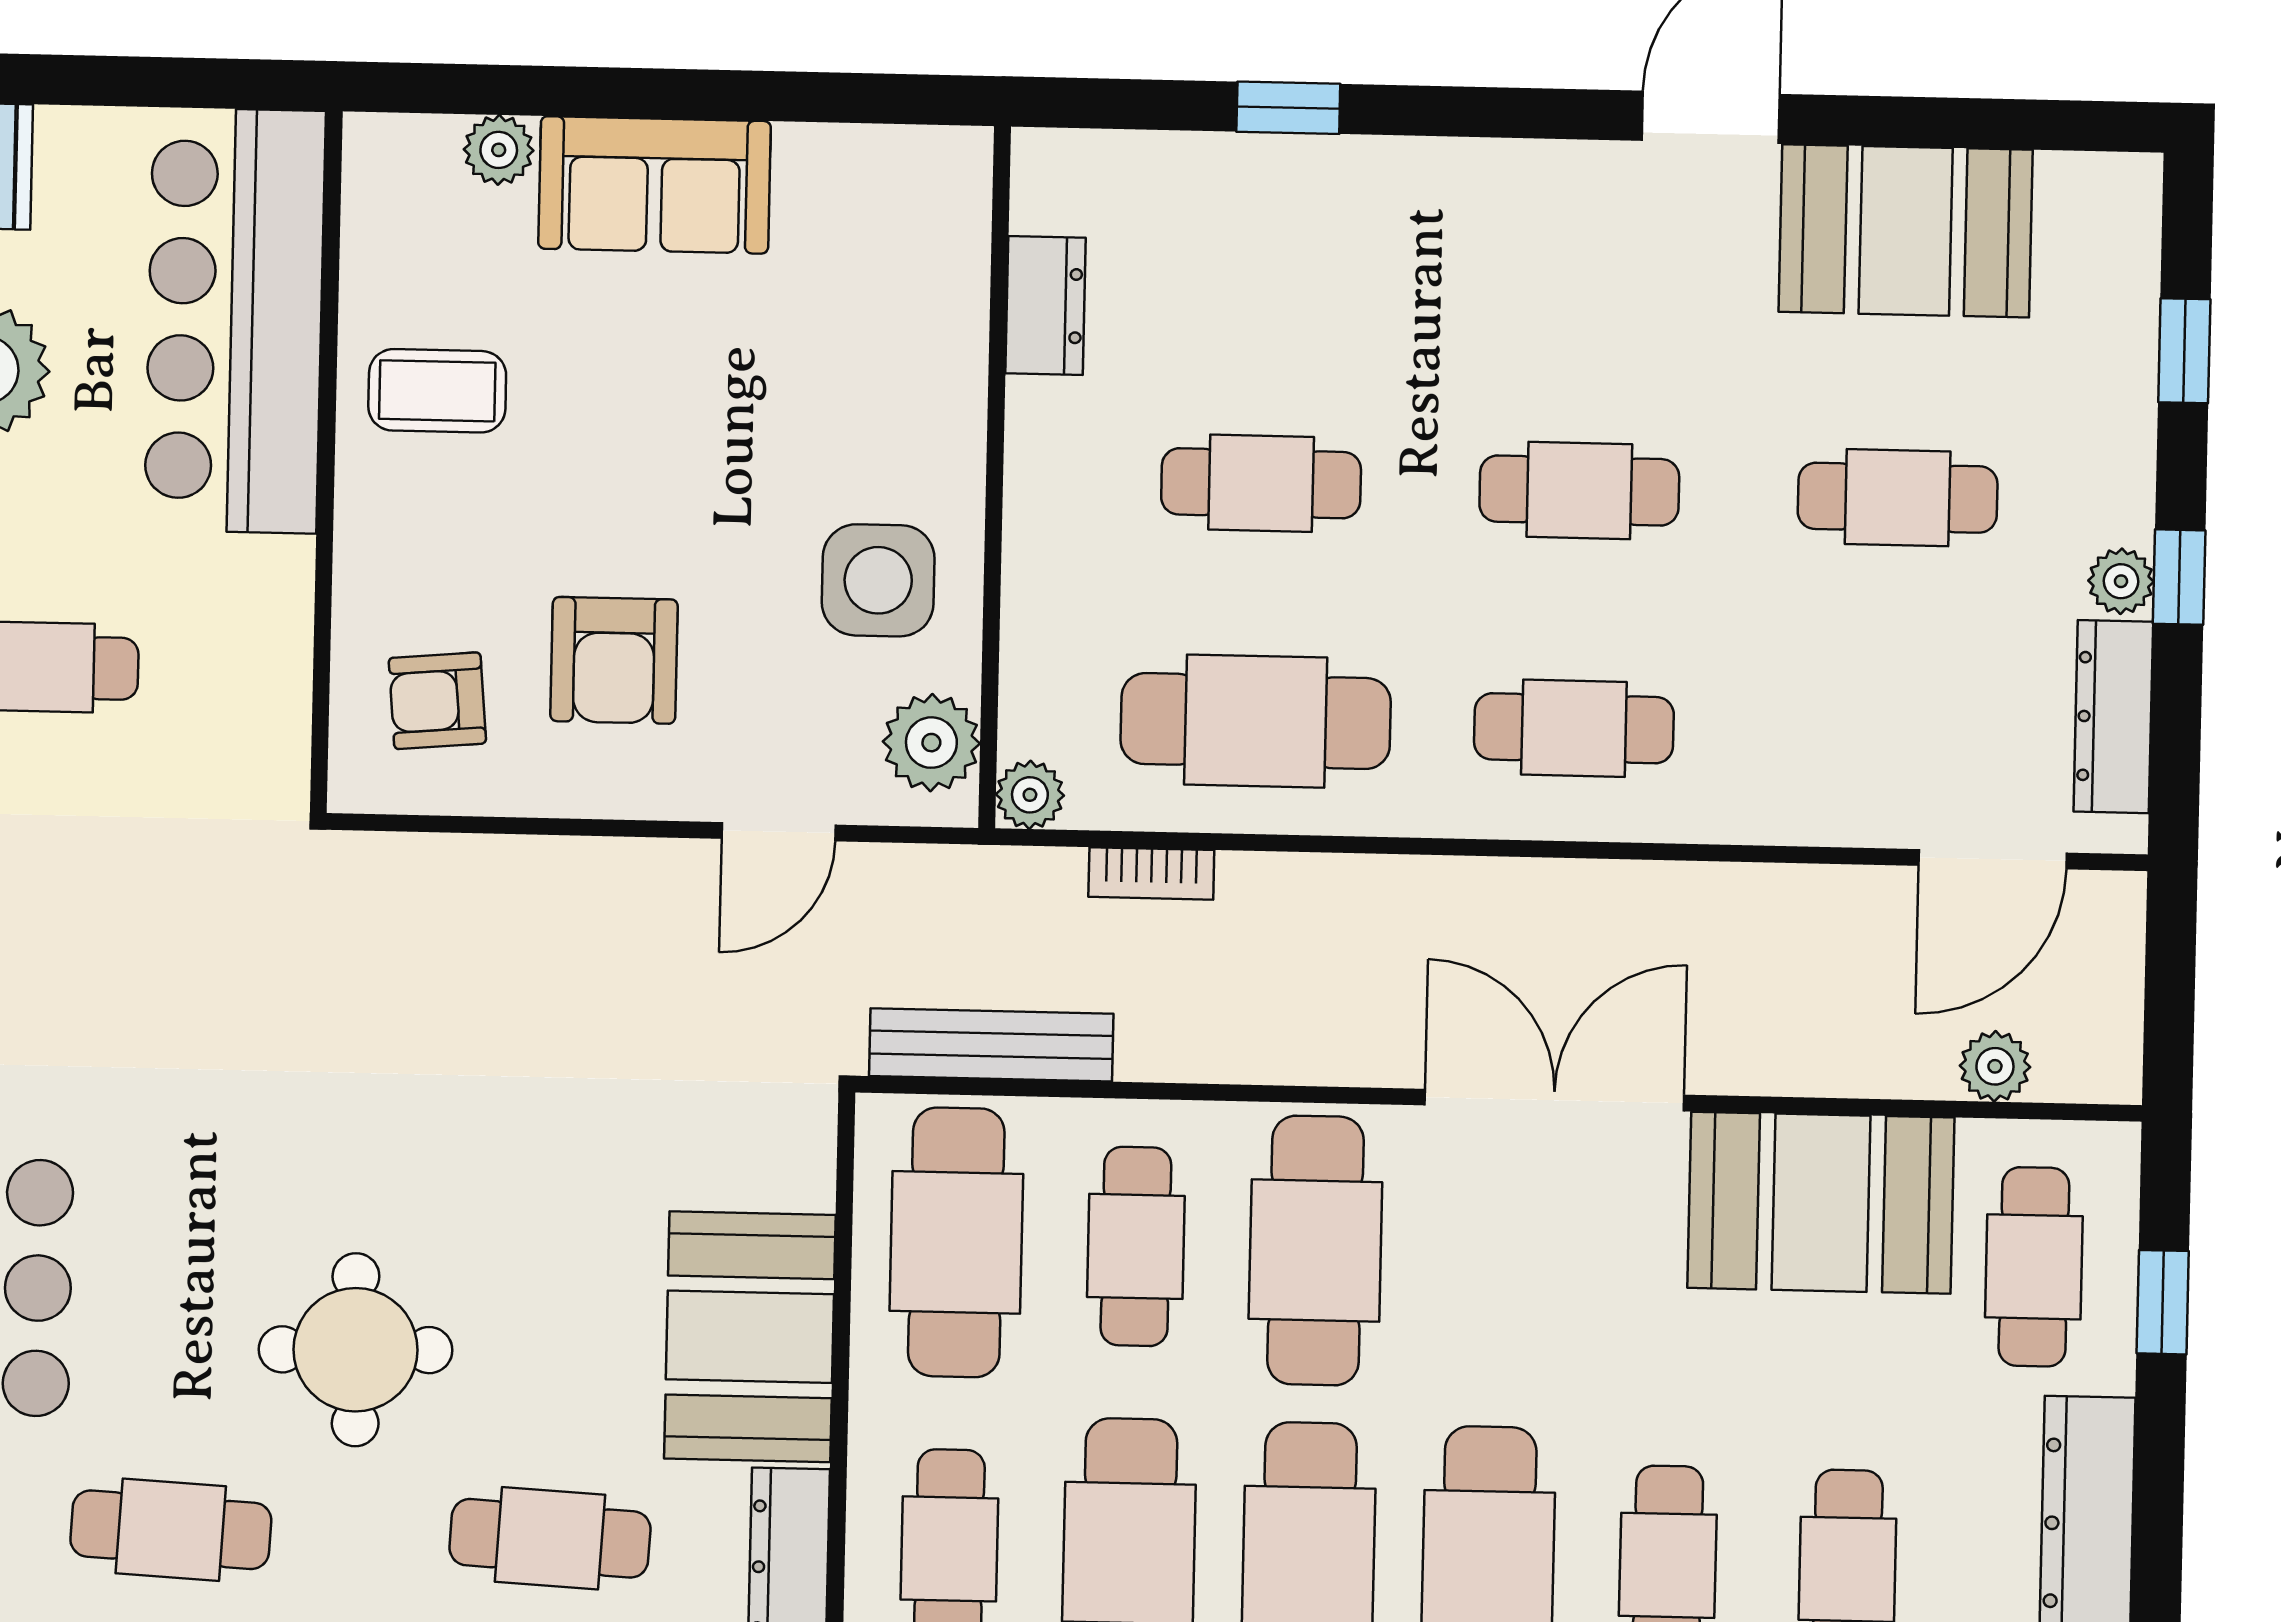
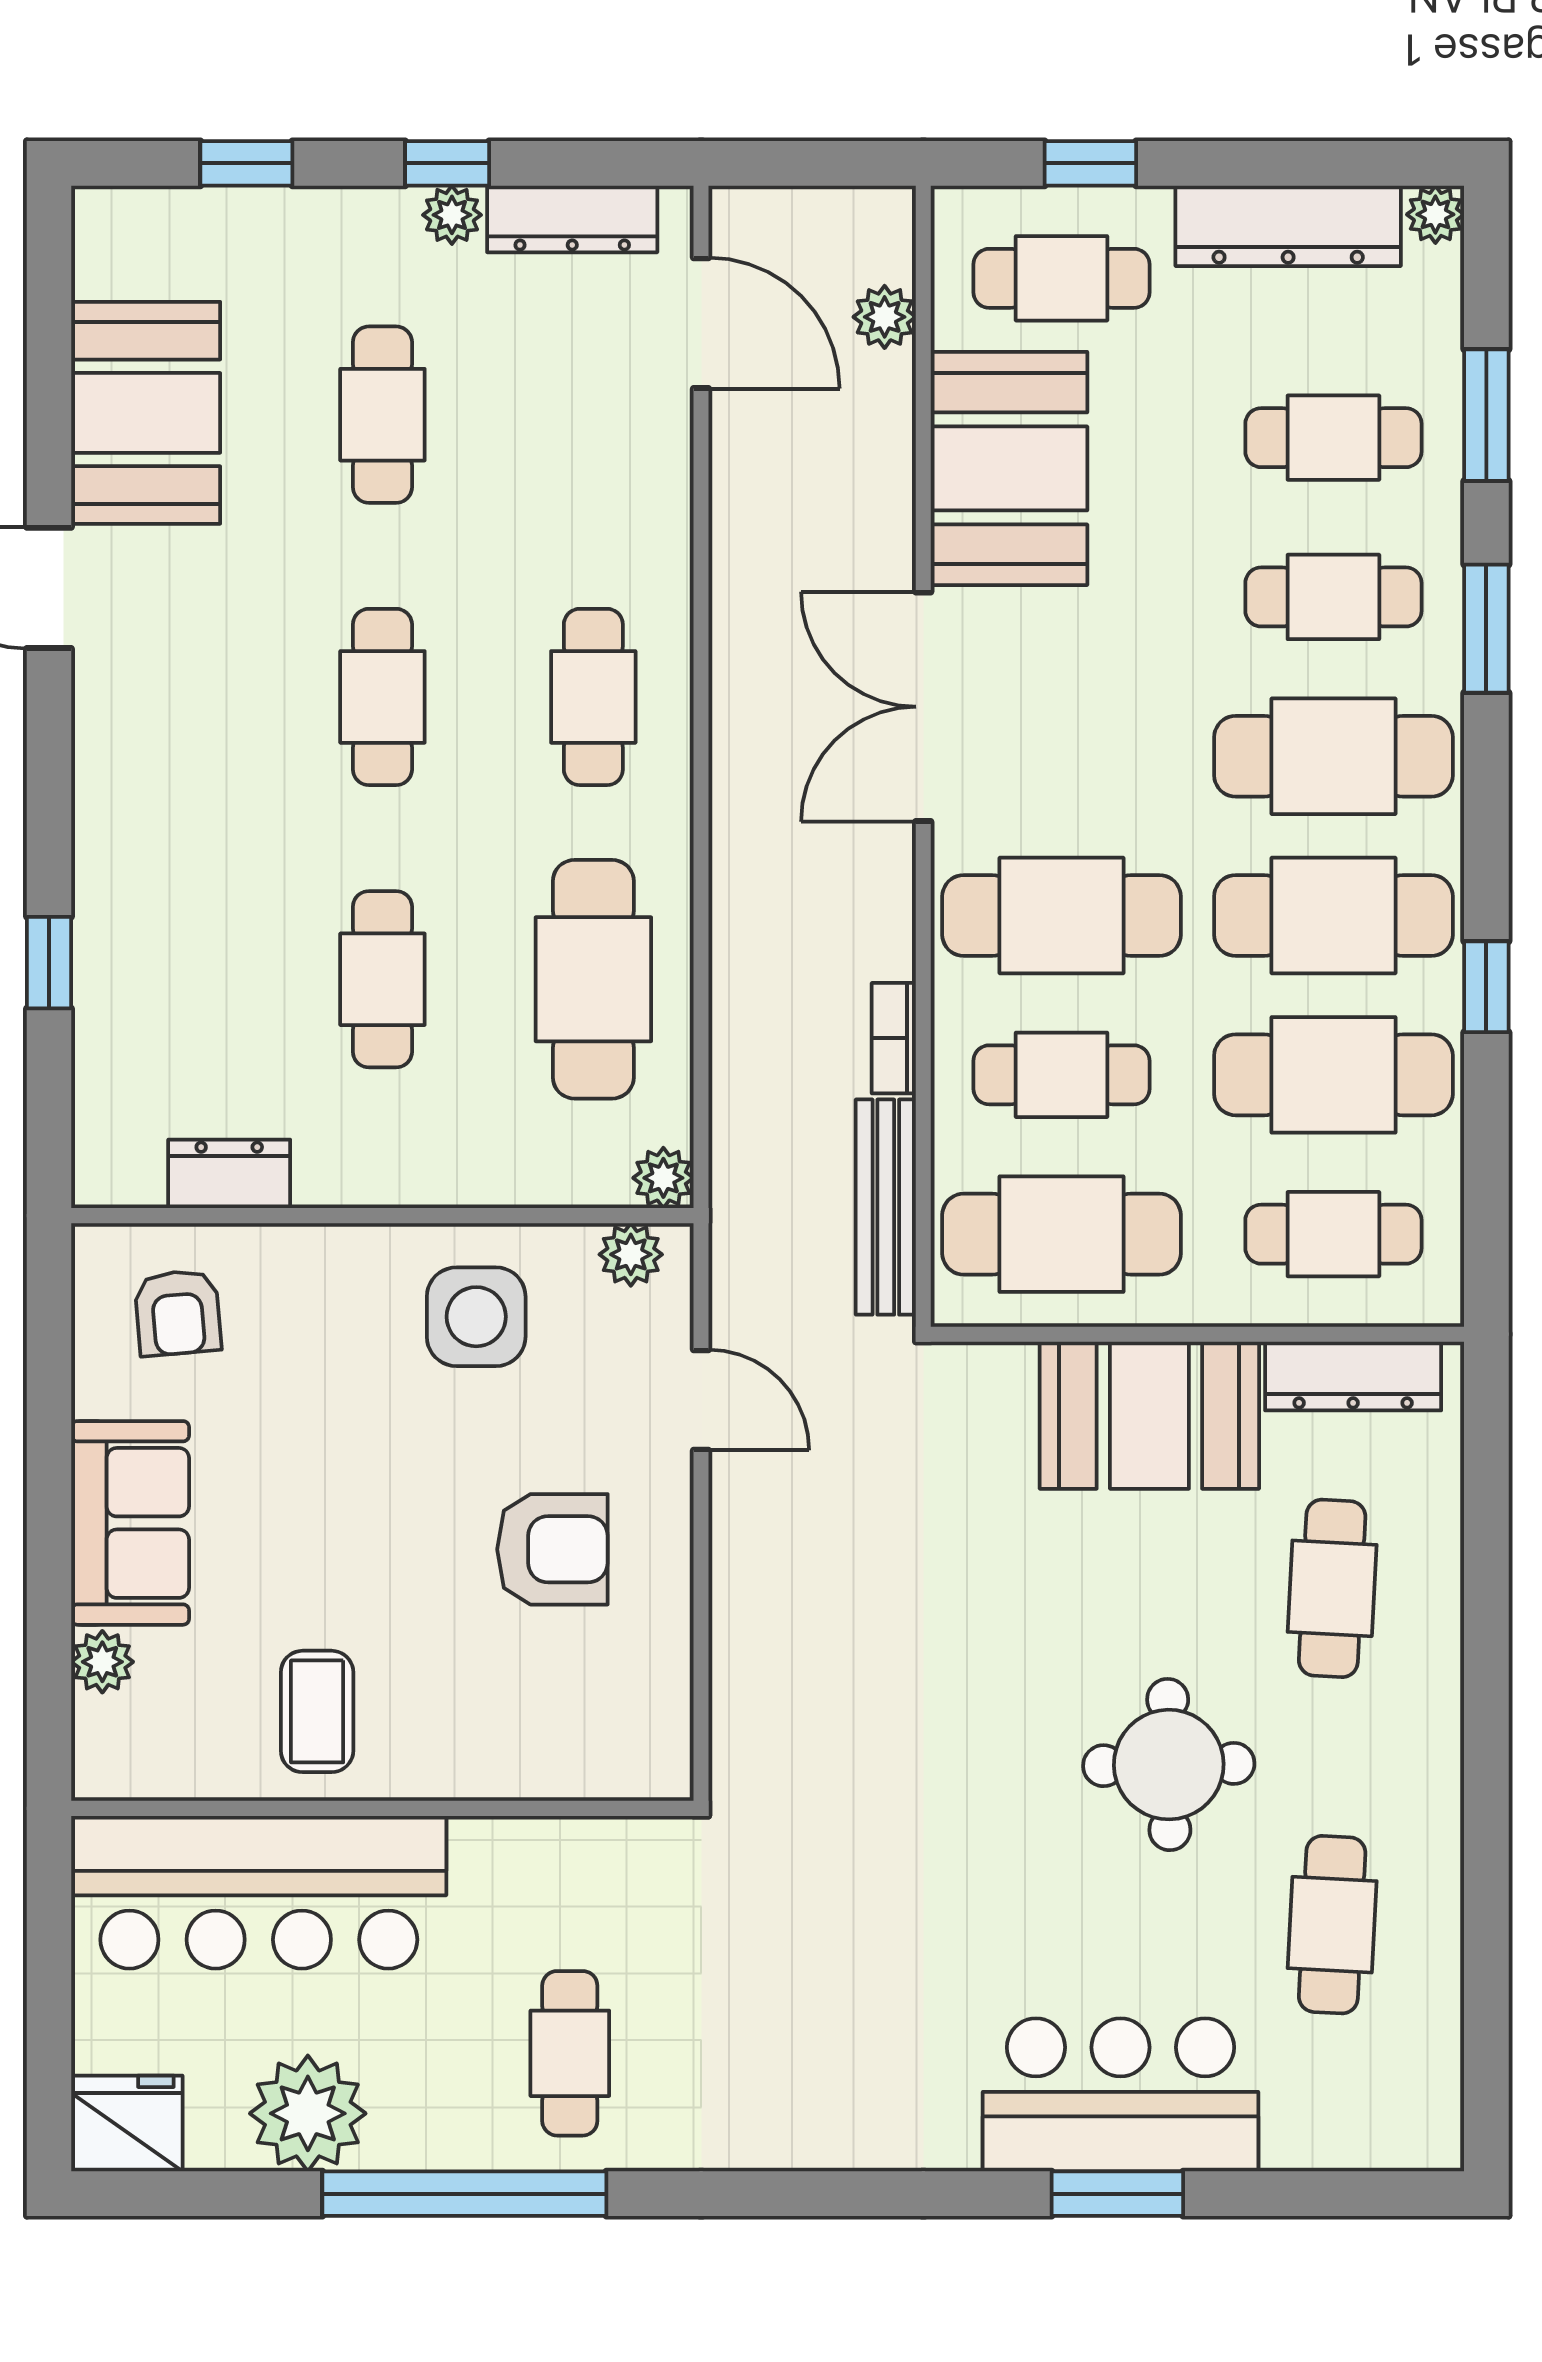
armchair: (437, 701) -> (178, 1313), moved
plant: (931, 743) -> (631, 1254), width x0.73, depth x0.73
bookcase: (1151, 873) -> (894, 1038), moved, turned 180

